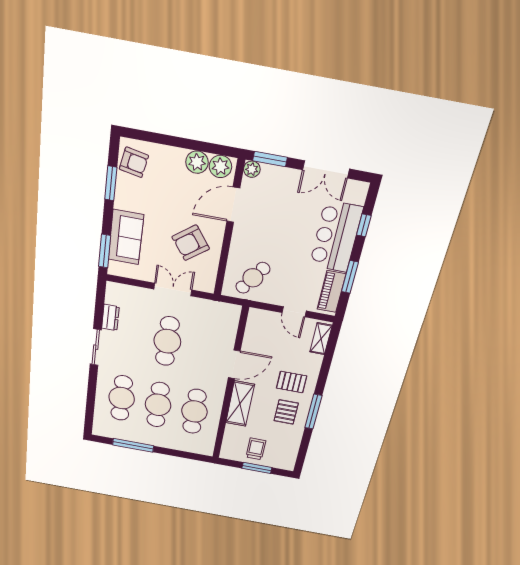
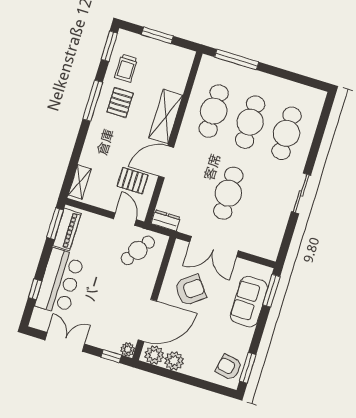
window: (270, 159) -> (111, 356), width x0.67
window: (111, 183) -> (248, 368), moved
door: (233, 205) -> (147, 320), width x1.36
window: (350, 277) -> (55, 224), moved
double door: (173, 290) -> (214, 246), width x1.37
door: (294, 312) -> (125, 219), moved
dresser: (110, 317) -> (166, 220), moved, turned 90
pallet: (292, 382) -> (133, 181), moved
window: (133, 445) -> (237, 60), moved
trolley: (256, 449) -> (126, 68), moved
window: (301, 457) -> (109, 46), added

